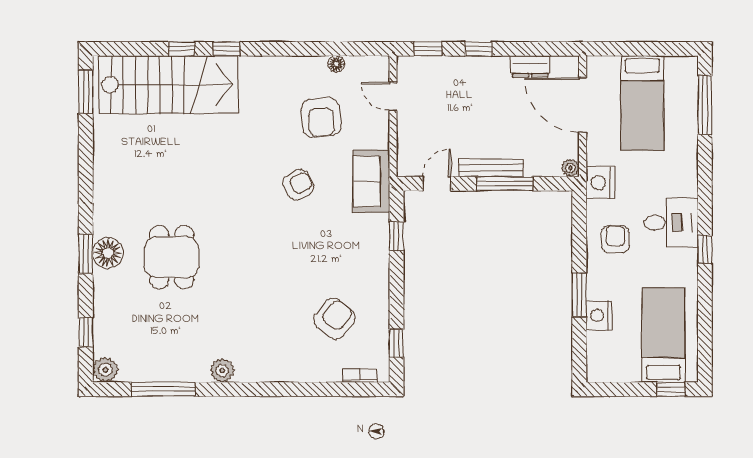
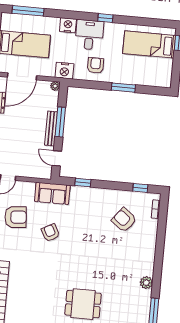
armchair: (615, 239) -> (96, 65), turned 90
nightstand: (599, 315) -> (68, 25), moved, turned 180

